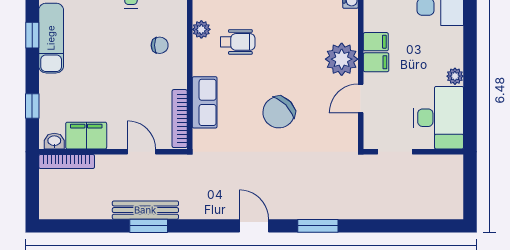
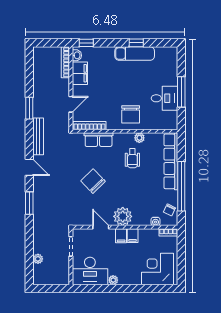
chair: (160, 45) -> (131, 114), width x1.87, depth x1.87
window: (32, 106) -> (86, 43), moved
bench: (145, 210) -> (38, 136), moved
plant: (417, 210) -> (38, 259), added
door: (254, 226) -> (29, 167), hinge flipped

